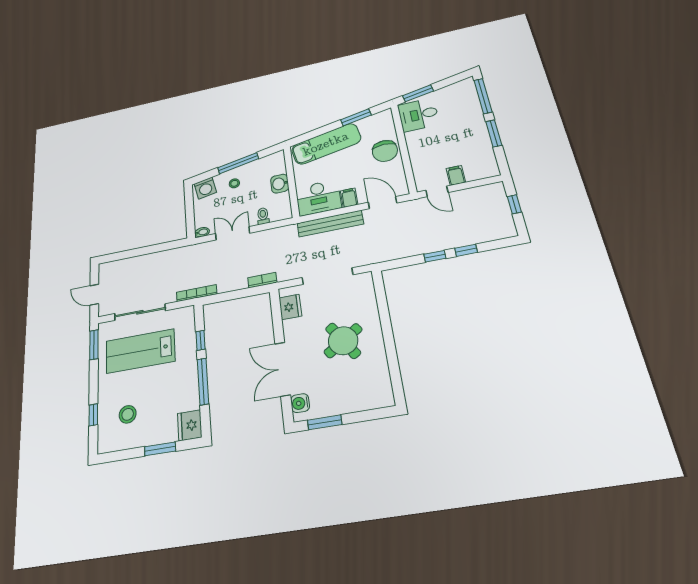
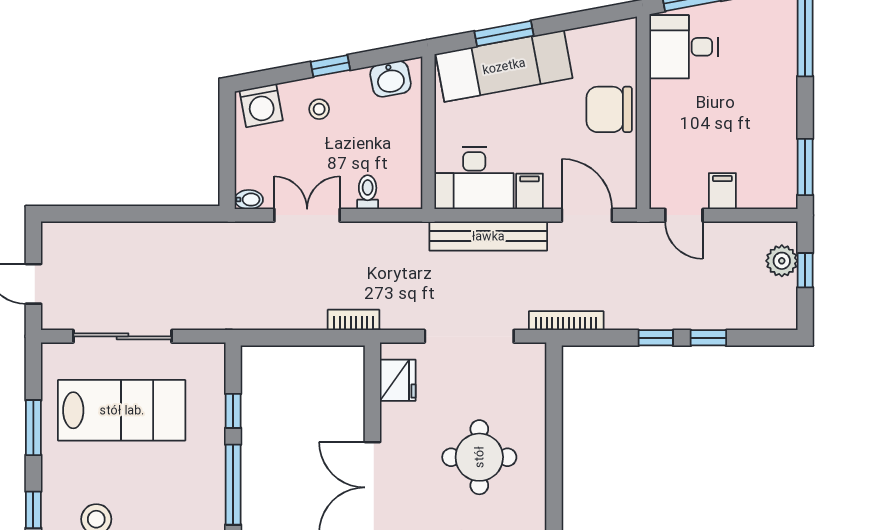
window: (356, 117) -> (504, 33), moved
window: (494, 133) -> (805, 167), moved
chair: (385, 151) -> (609, 109), turned 90
window: (238, 163) -> (330, 66), width x0.46
washbasin: (280, 184) -> (391, 79), moved, turned -101
plant: (499, 202) -> (782, 261), added
bookcase: (197, 293) -> (566, 321), moved
round table: (343, 341) -> (479, 457), turned 33
window: (94, 345) -> (33, 428), moved
lab bench: (140, 351) -> (122, 410), turned 180

